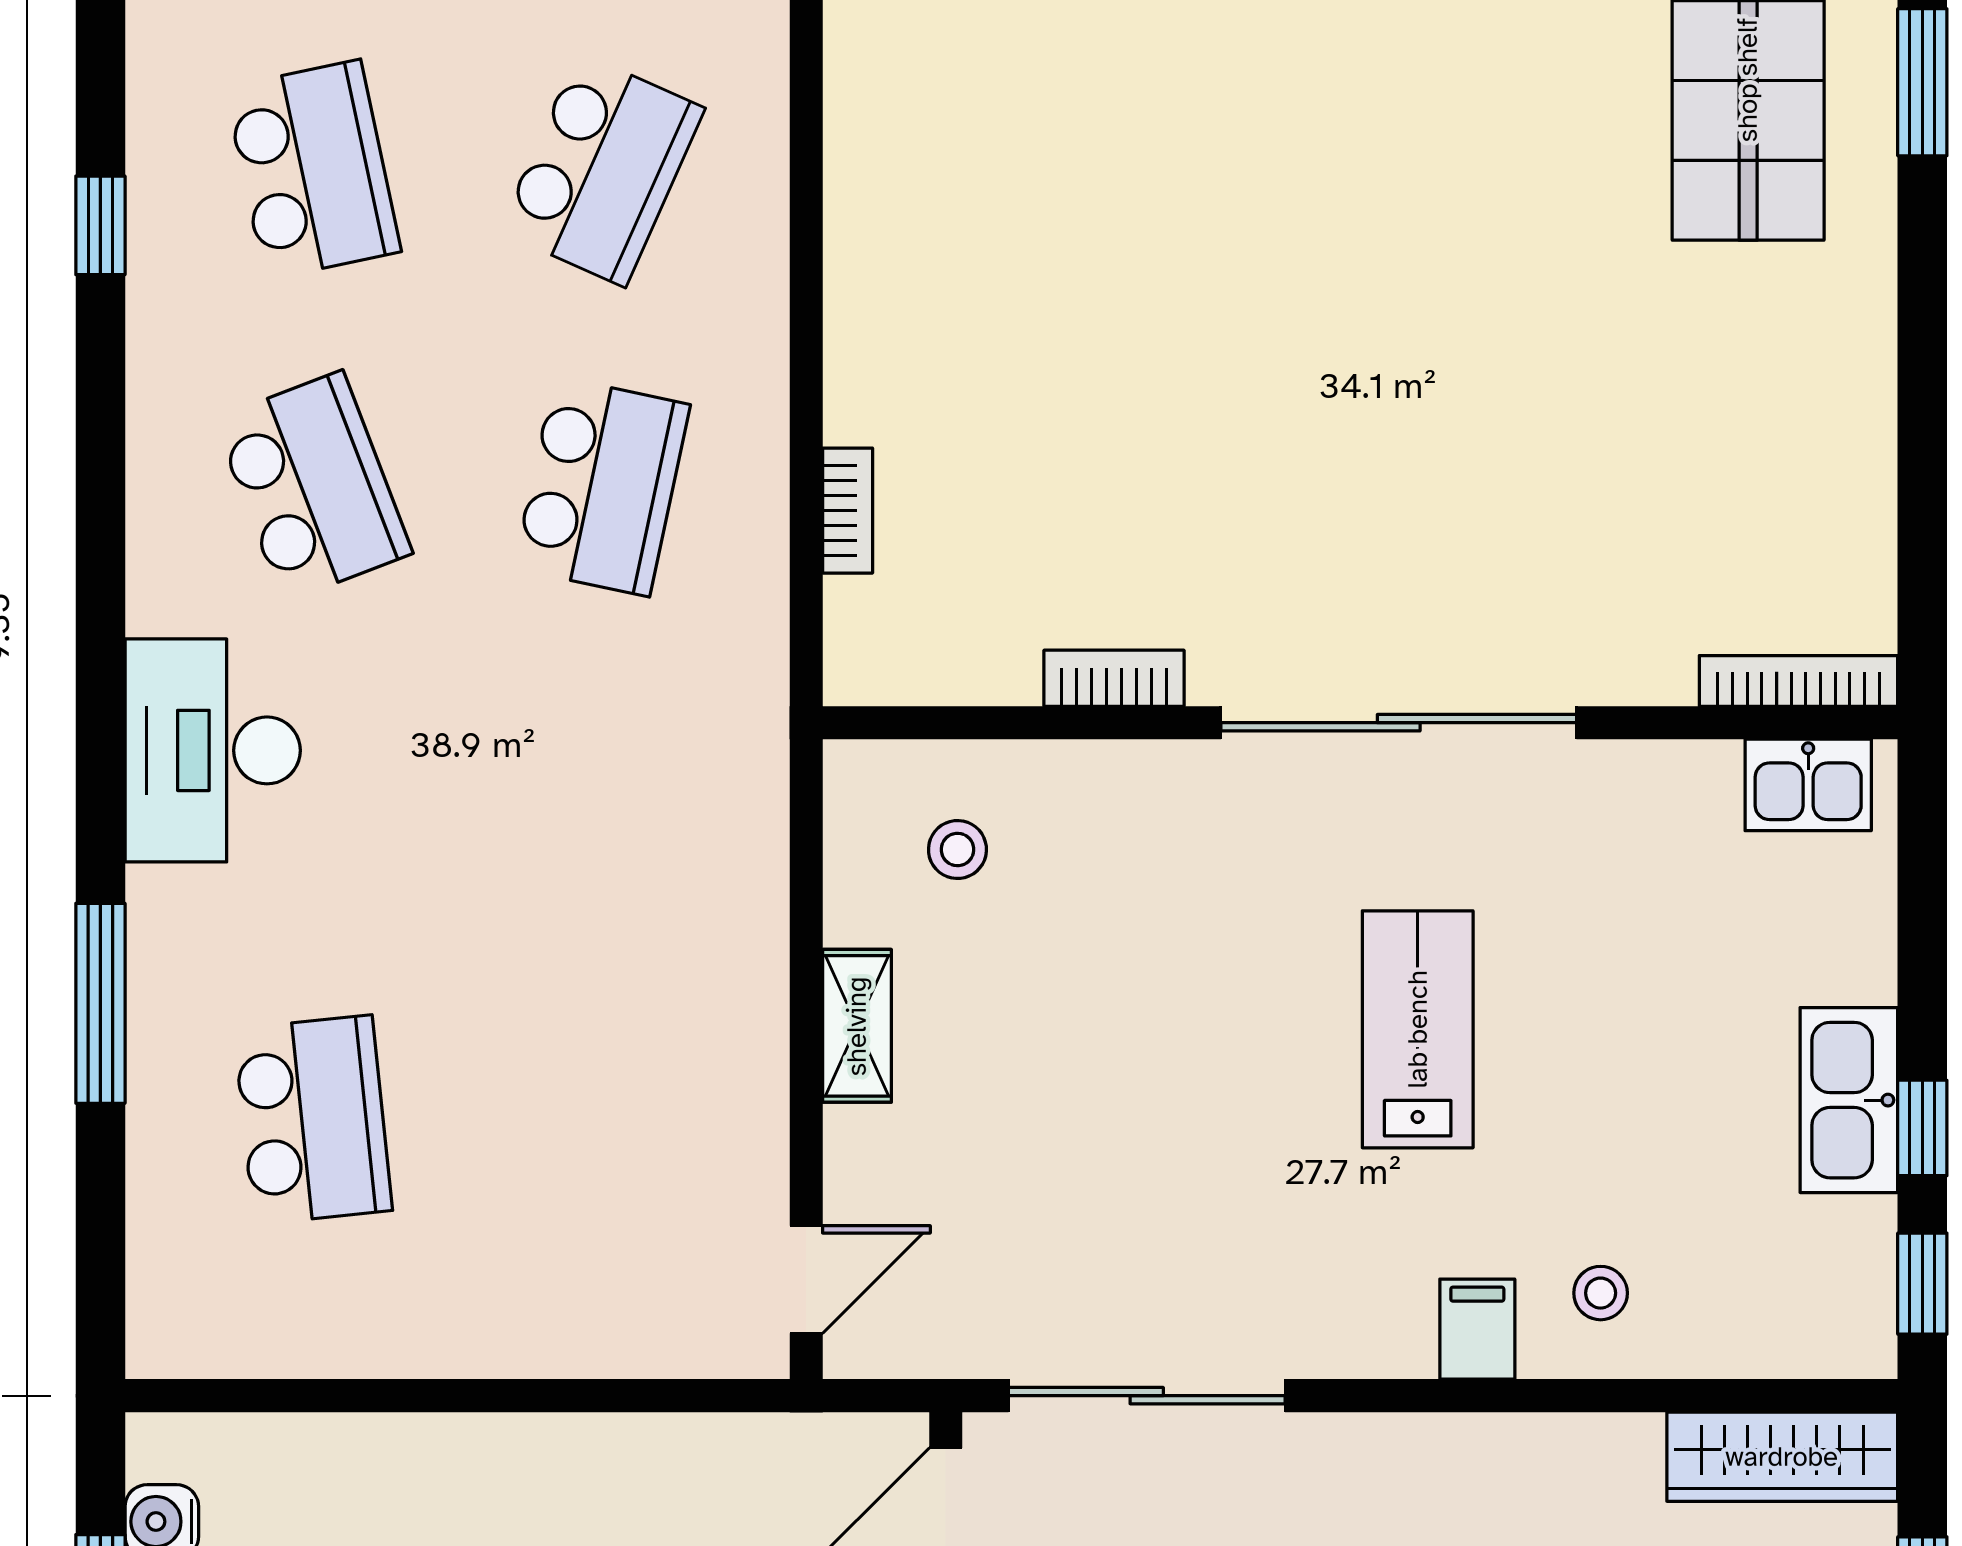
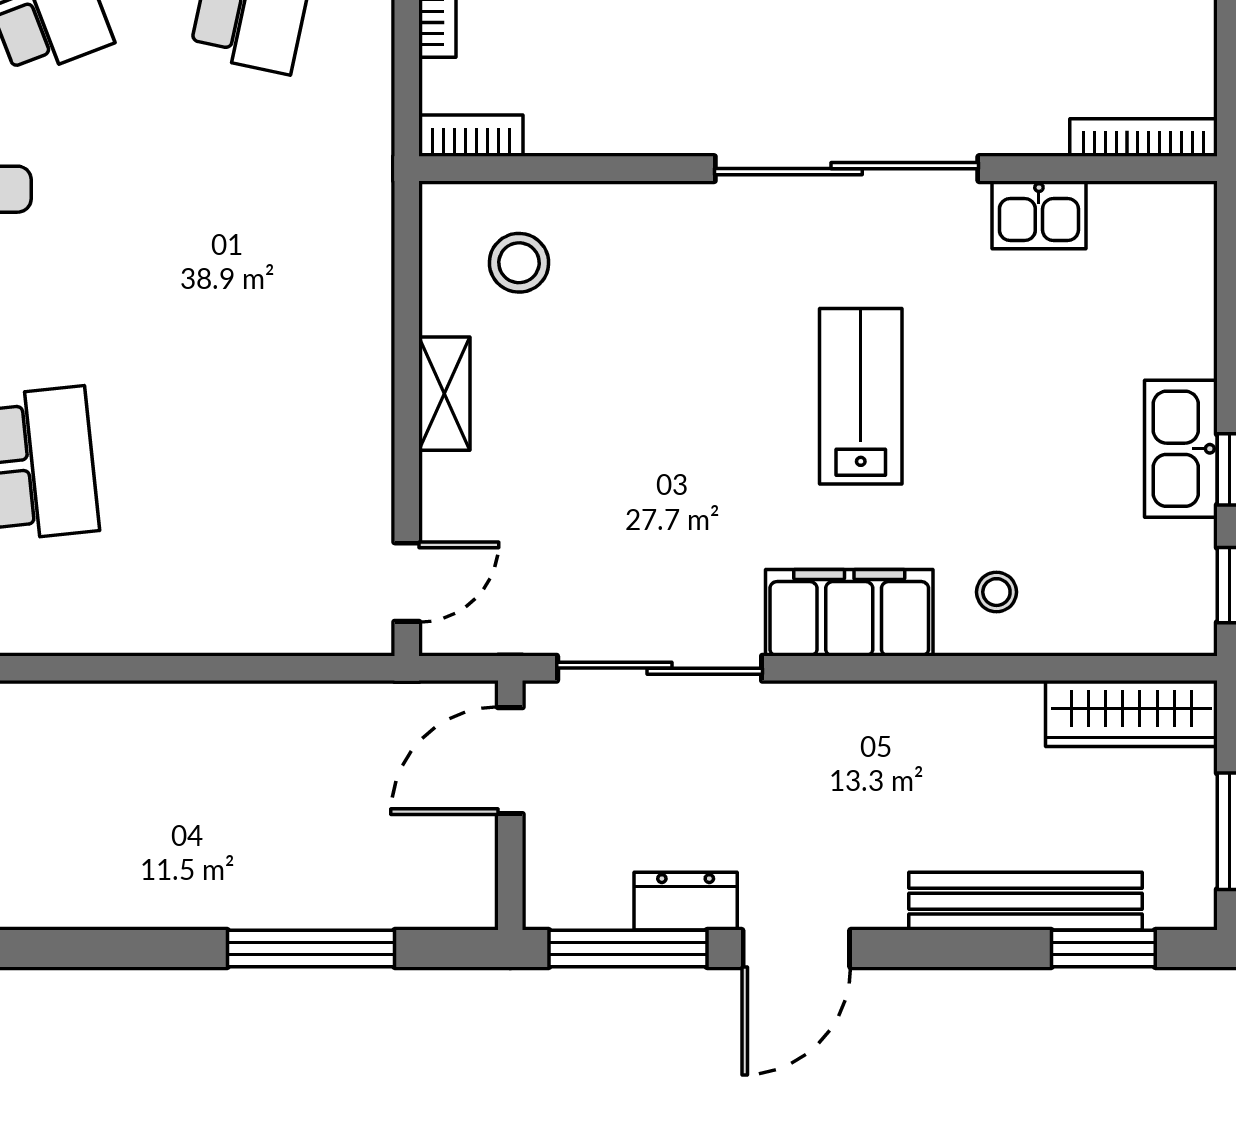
bookcase: (1114, 678) -> (471, 136), moved
kitchen sink: (1808, 785) -> (1039, 215), moved
stool: (957, 850) -> (519, 263), width x1.37, depth x1.37
filing cabinet: (1477, 1329) -> (849, 613), width x3.00, depth x1.17

